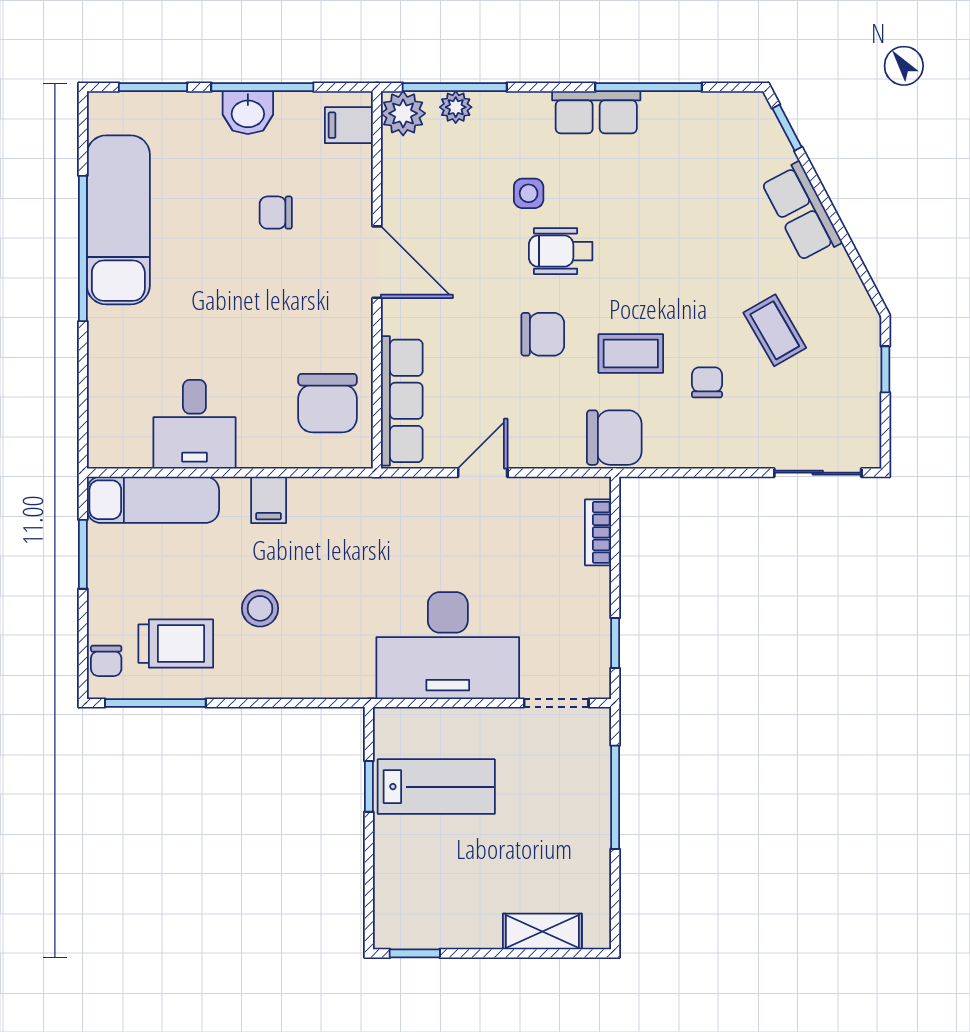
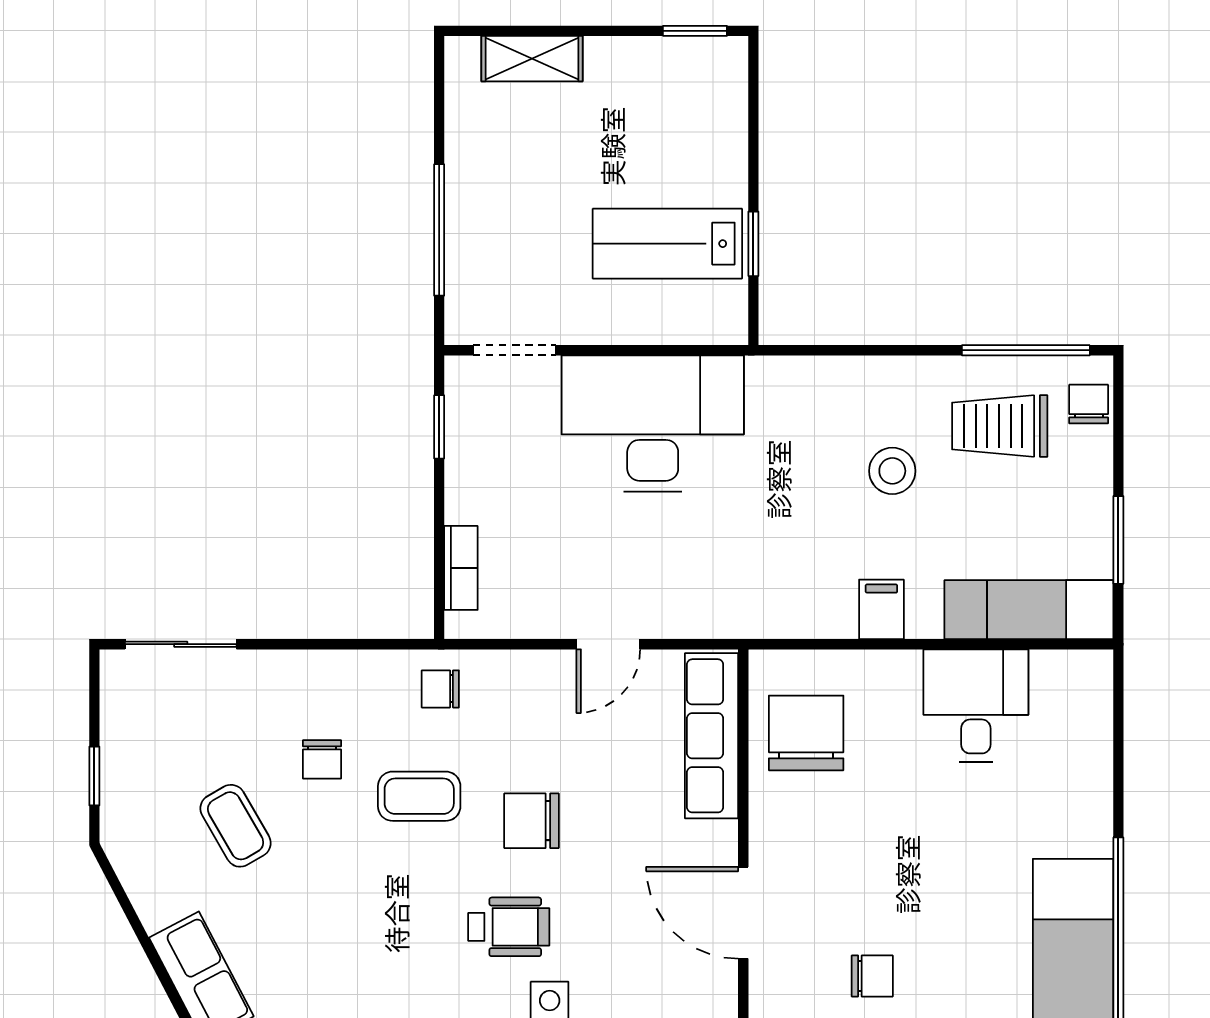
chair: (614, 438) -> (440, 689), width x0.54, depth x0.54

